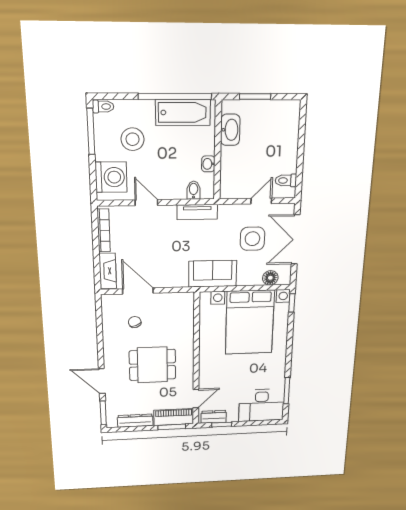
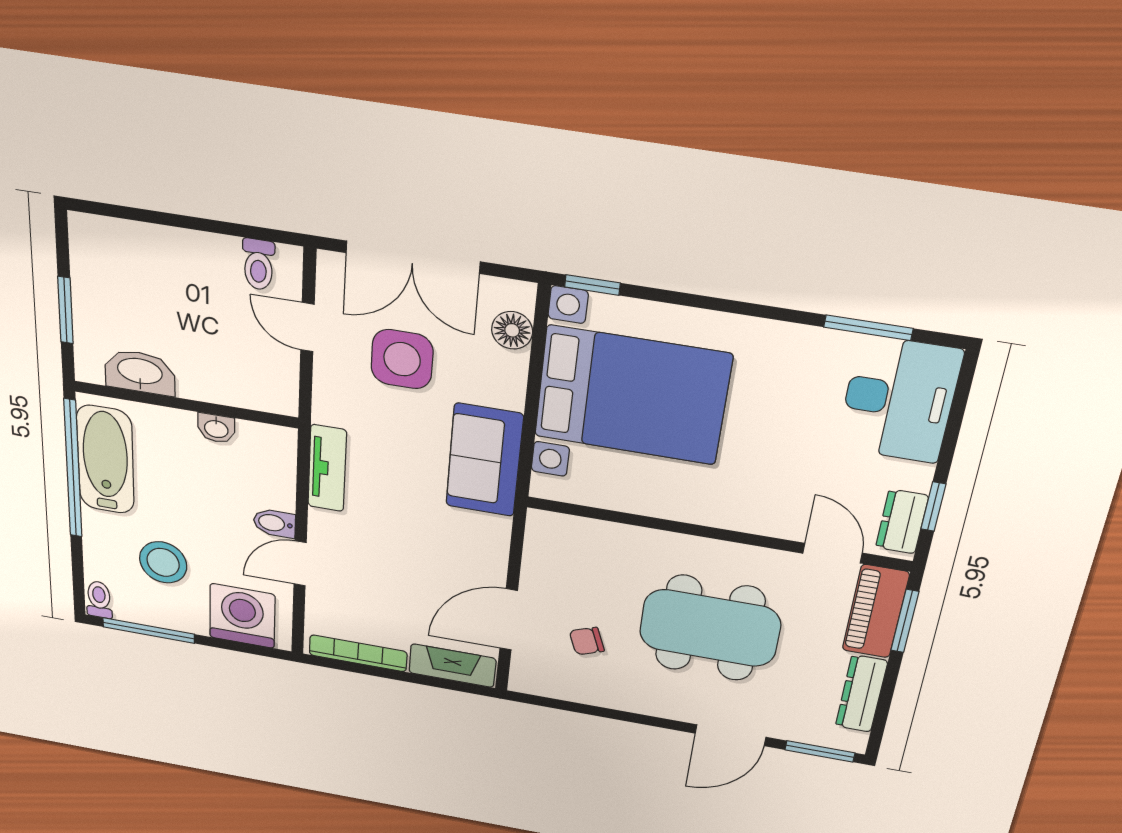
bidet: (194, 190) -> (274, 523), moved
dining table: (152, 365) -> (710, 628), width x1.38

